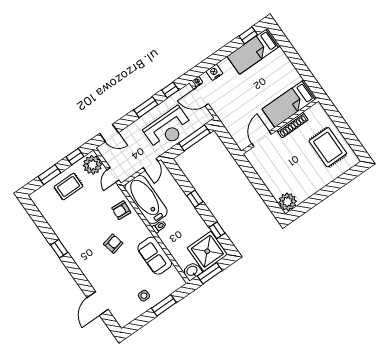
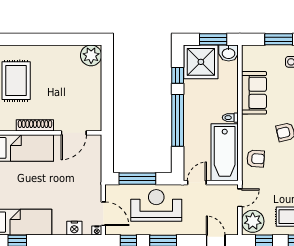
window: (195, 199) -> (178, 120), width x3.17

